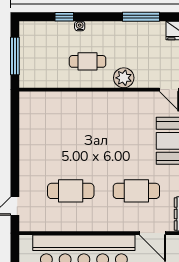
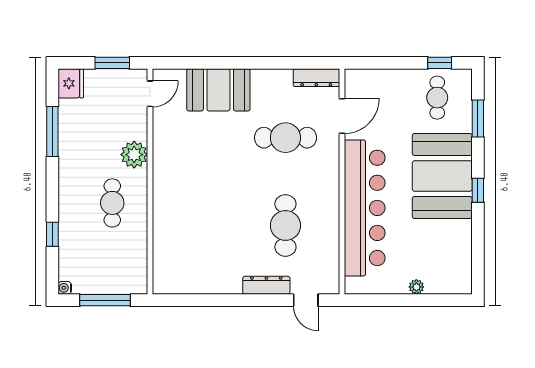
water cooler: (80, 26) -> (65, 288), moved
dresser: (26, 177) -> (266, 285), added
cafe table: (136, 191) -> (285, 138), turned 90

